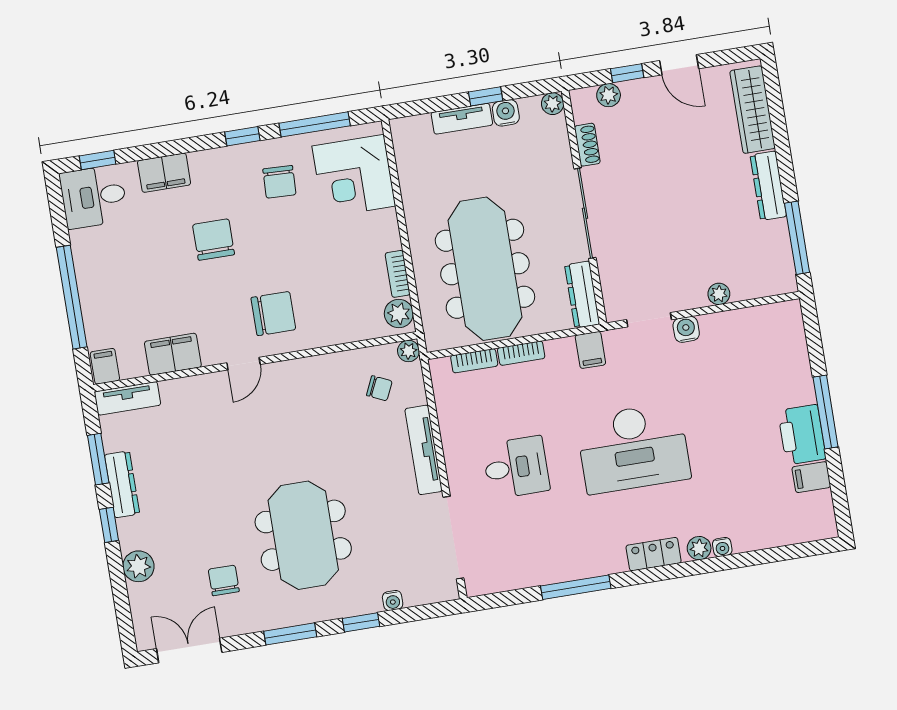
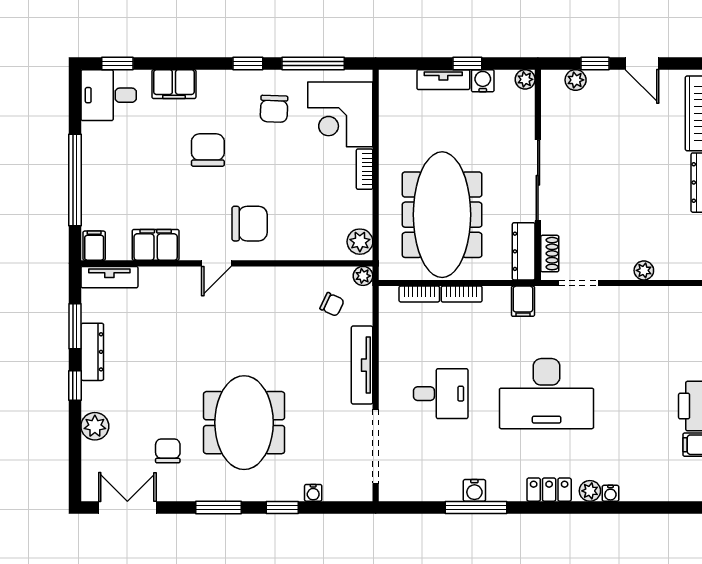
shoe rack: (587, 145) -> (550, 254), moved
bookcase: (398, 274) -> (365, 169), moved
water cooler: (686, 329) -> (474, 490), moved, turned 180

